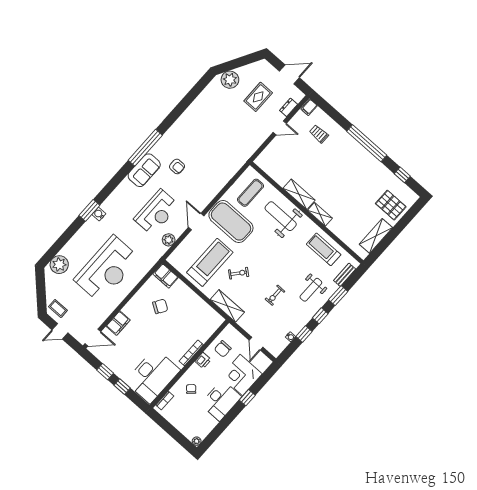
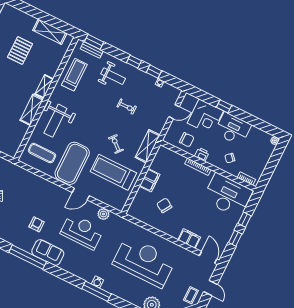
pallet: (391, 205) -> (20, 51), moved
window: (89, 210) -> (96, 291), width x1.44
treadmill: (324, 249) -> (74, 75), turned 180
filing cabinet: (166, 276) -> (150, 180), moved
window: (338, 296) -> (94, 42), moved

